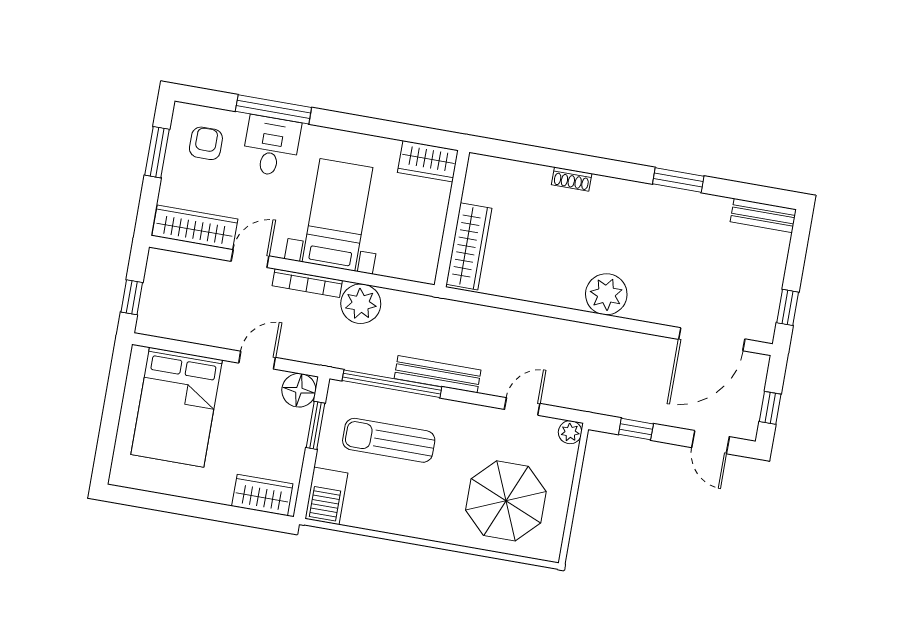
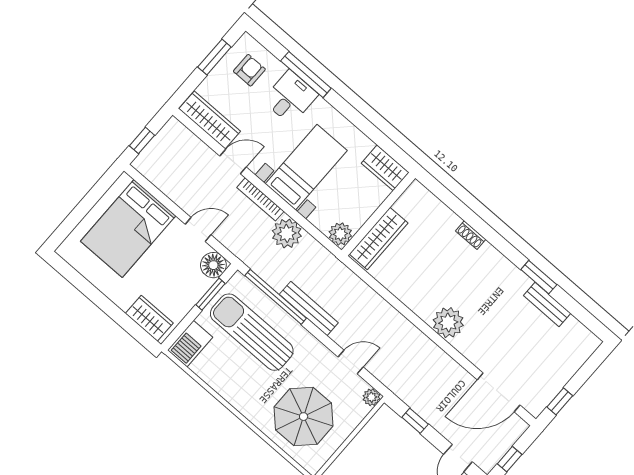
bench: (763, 216) -> (547, 304), moved
plant: (422, 267) -> (340, 234), added
sun lounger: (389, 440) -> (252, 332), width x1.36, depth x1.34

